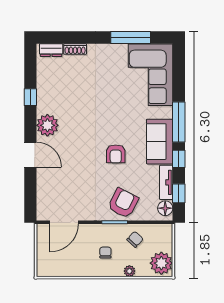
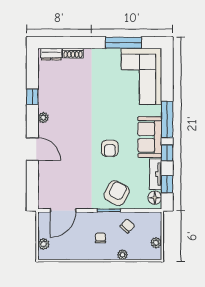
plant: (47, 125) -> (43, 118), width x0.53, depth x0.53
plant: (43, 259) -> (44, 244), added
plant: (161, 263) -> (156, 243), width x0.53, depth x0.53

